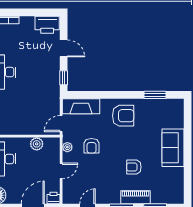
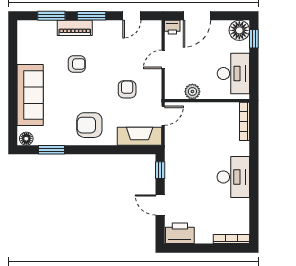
floor lamp: (176, 104) -> (26, 139), added
plant: (67, 147) -> (156, 88), removed
sofa: (173, 148) -> (30, 95), width x1.36

